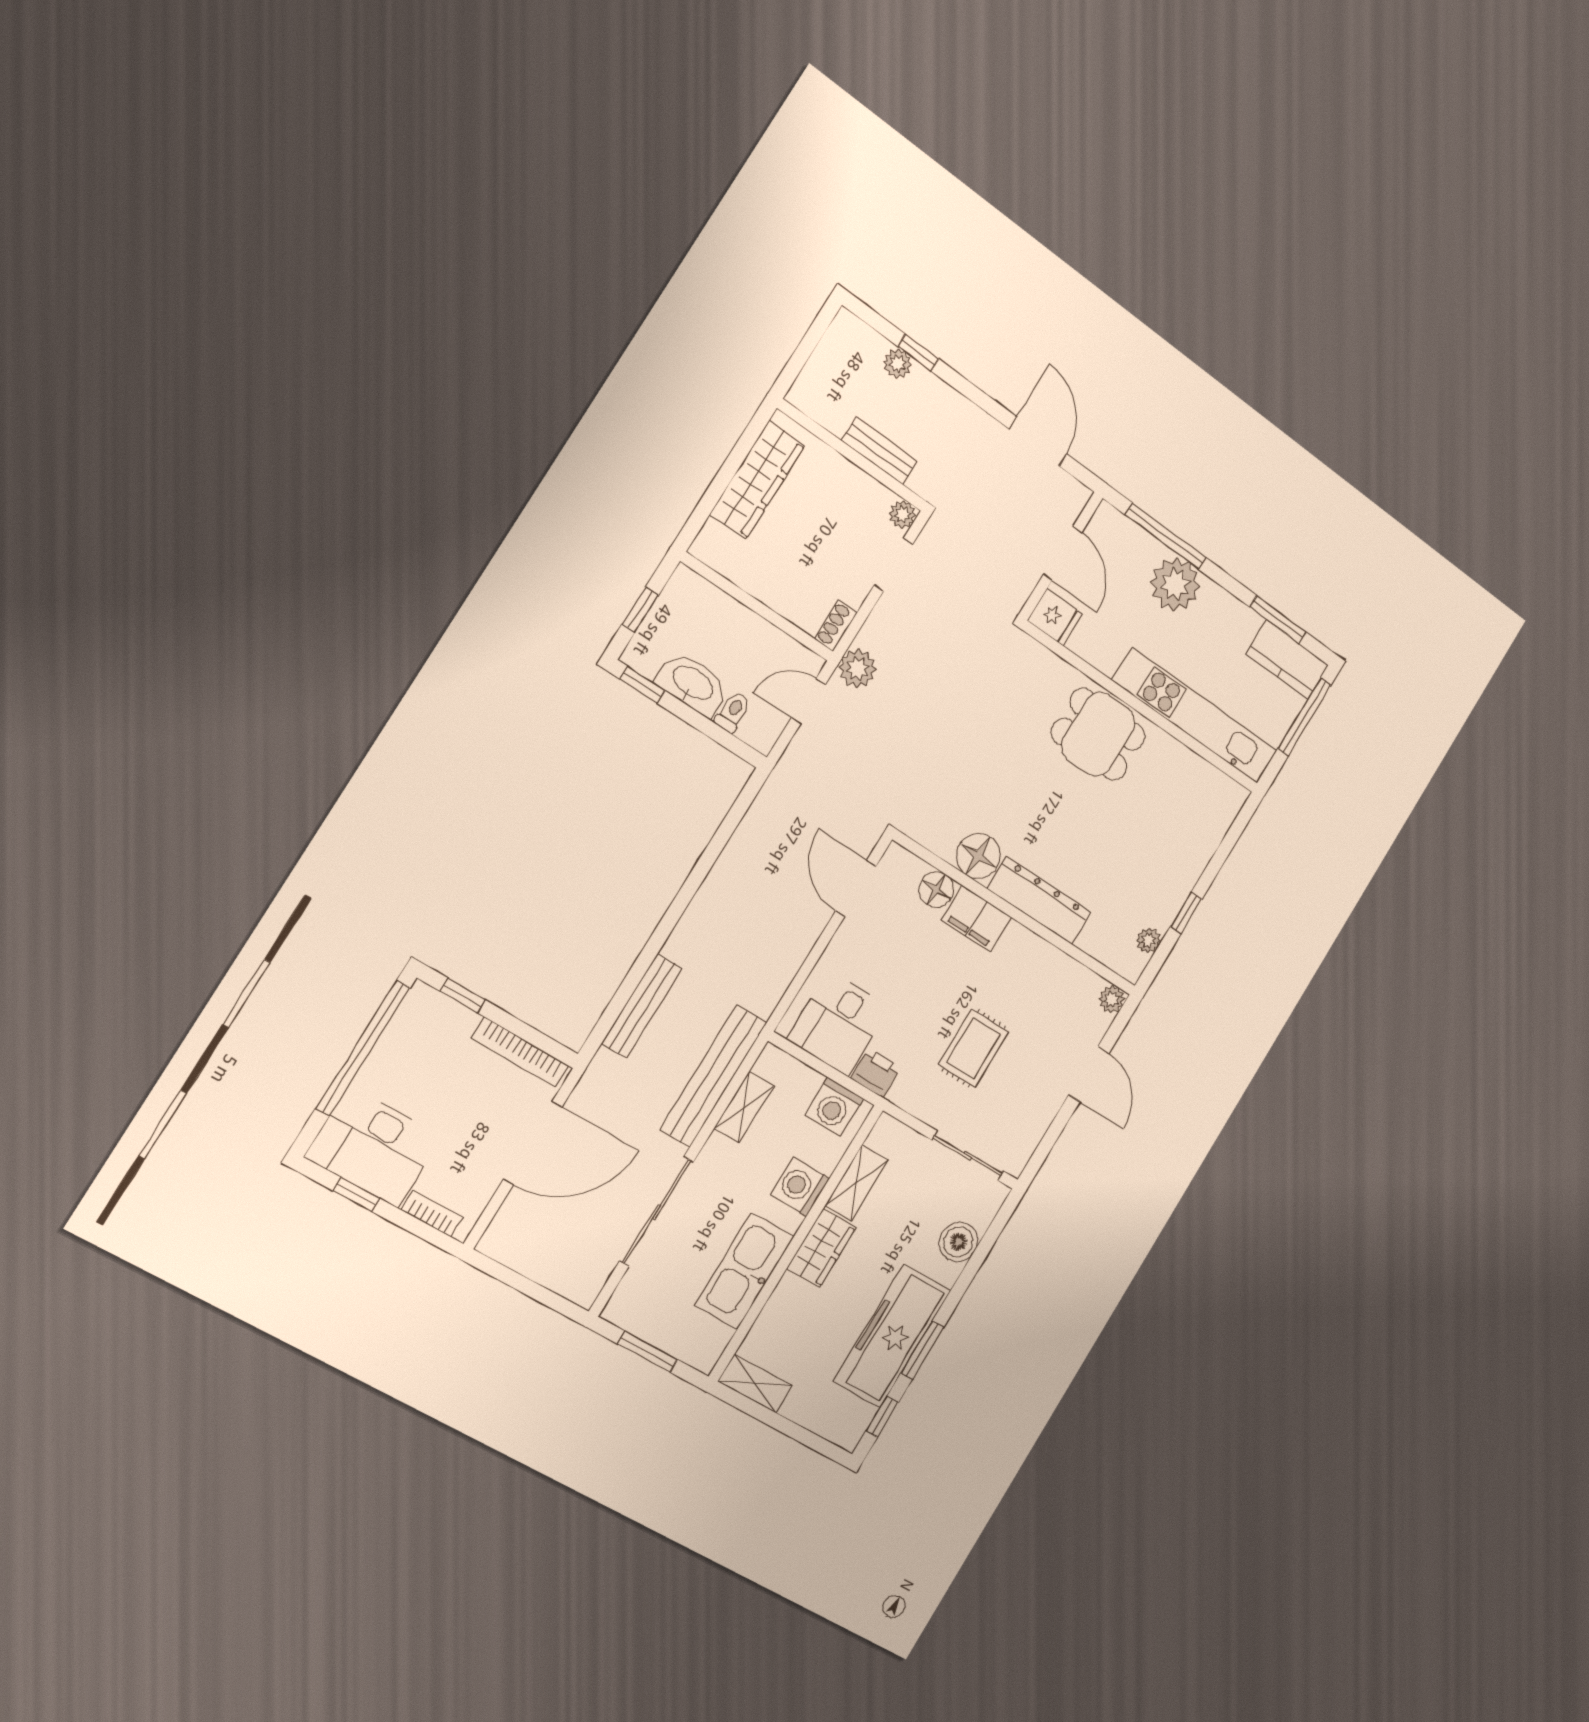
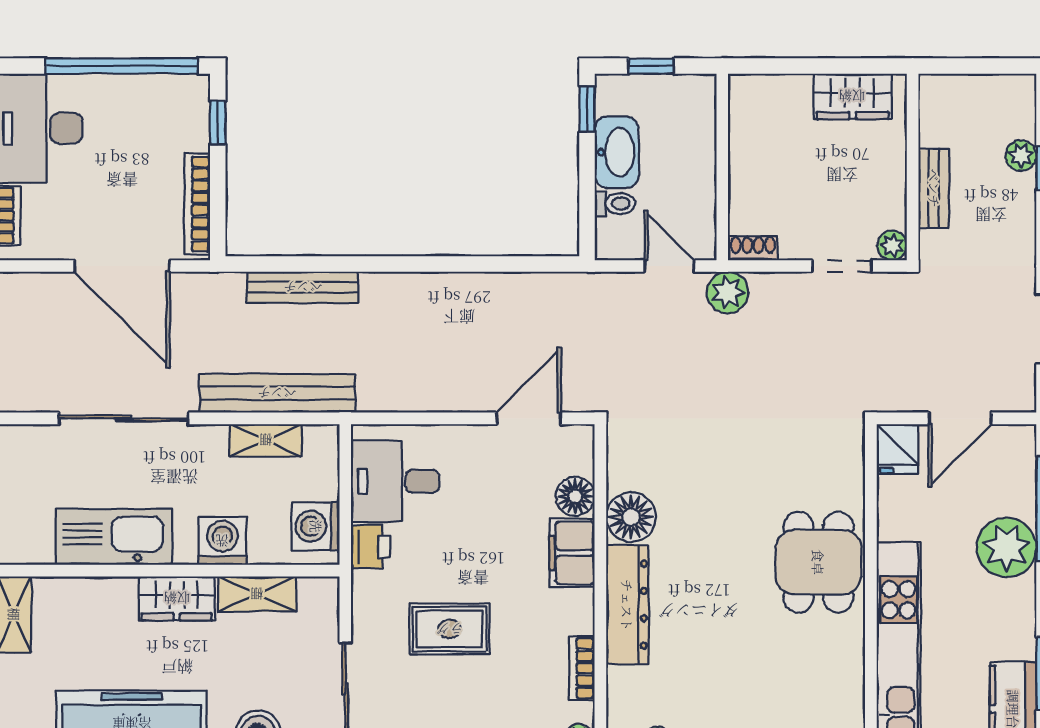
wardrobe: (757, 480) -> (852, 96), width x0.67
bookcase: (1063, 965) -> (582, 668), added

